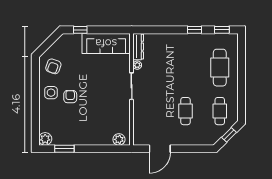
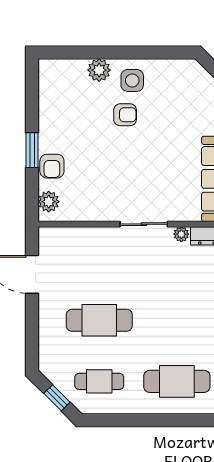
armchair: (53, 66) -> (52, 166), moved, turned -109
cafe table: (185, 111) -> (99, 320), width x1.37, depth x1.35
plant: (45, 139) -> (99, 70), moved
window: (64, 149) -> (32, 150), moved

